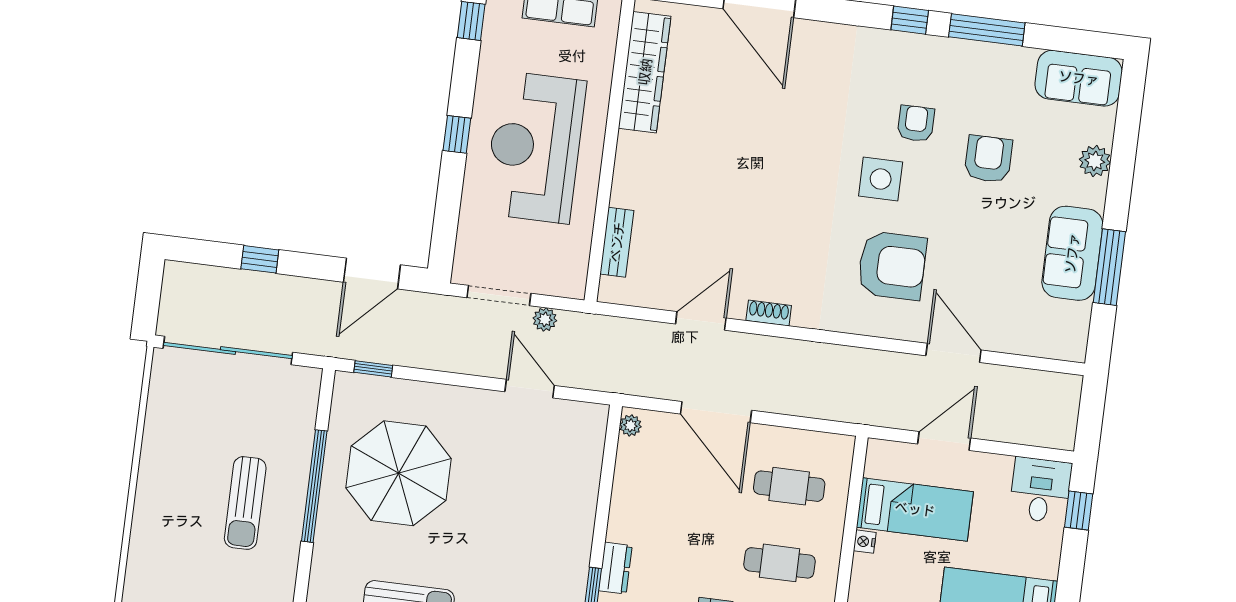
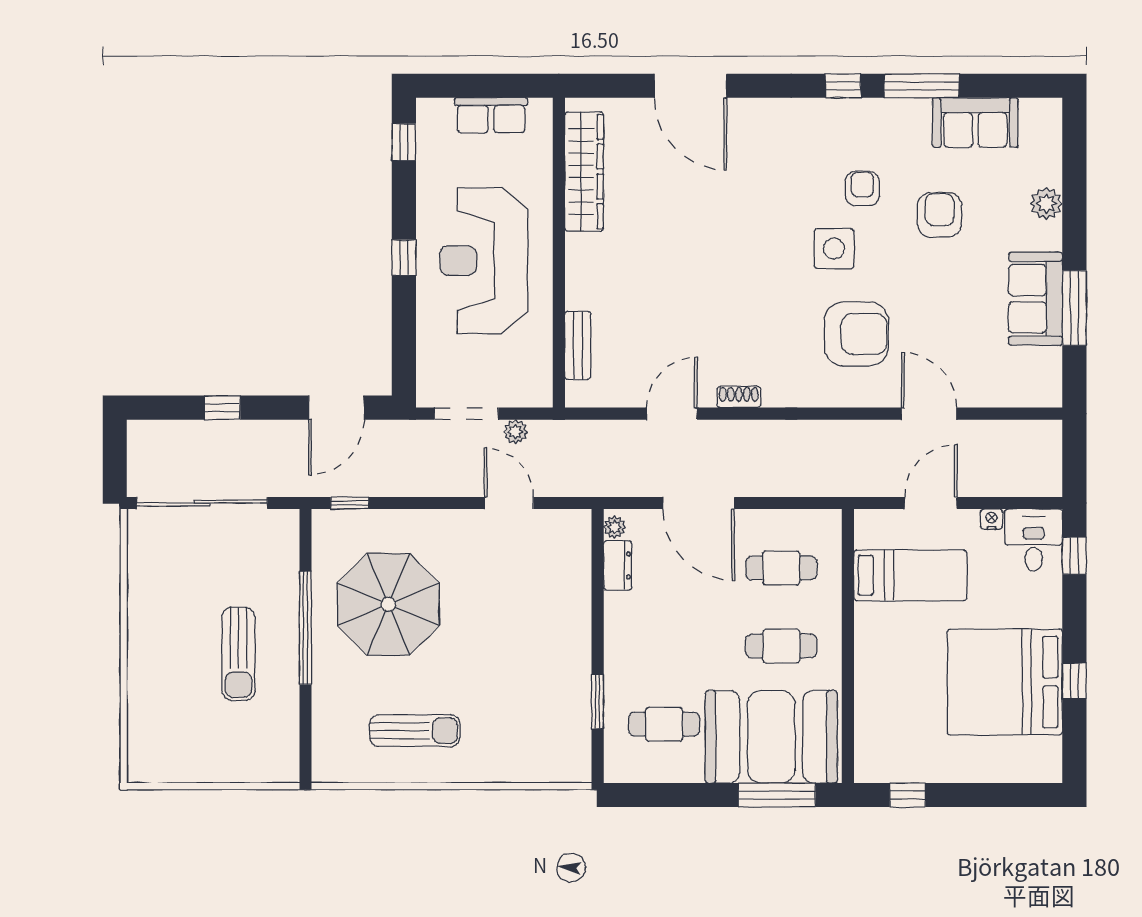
sofa: (1079, 78) -> (975, 123), moved
nightstand: (865, 542) -> (992, 519), moved, turned 90
dresser: (615, 568) -> (618, 565), moved

